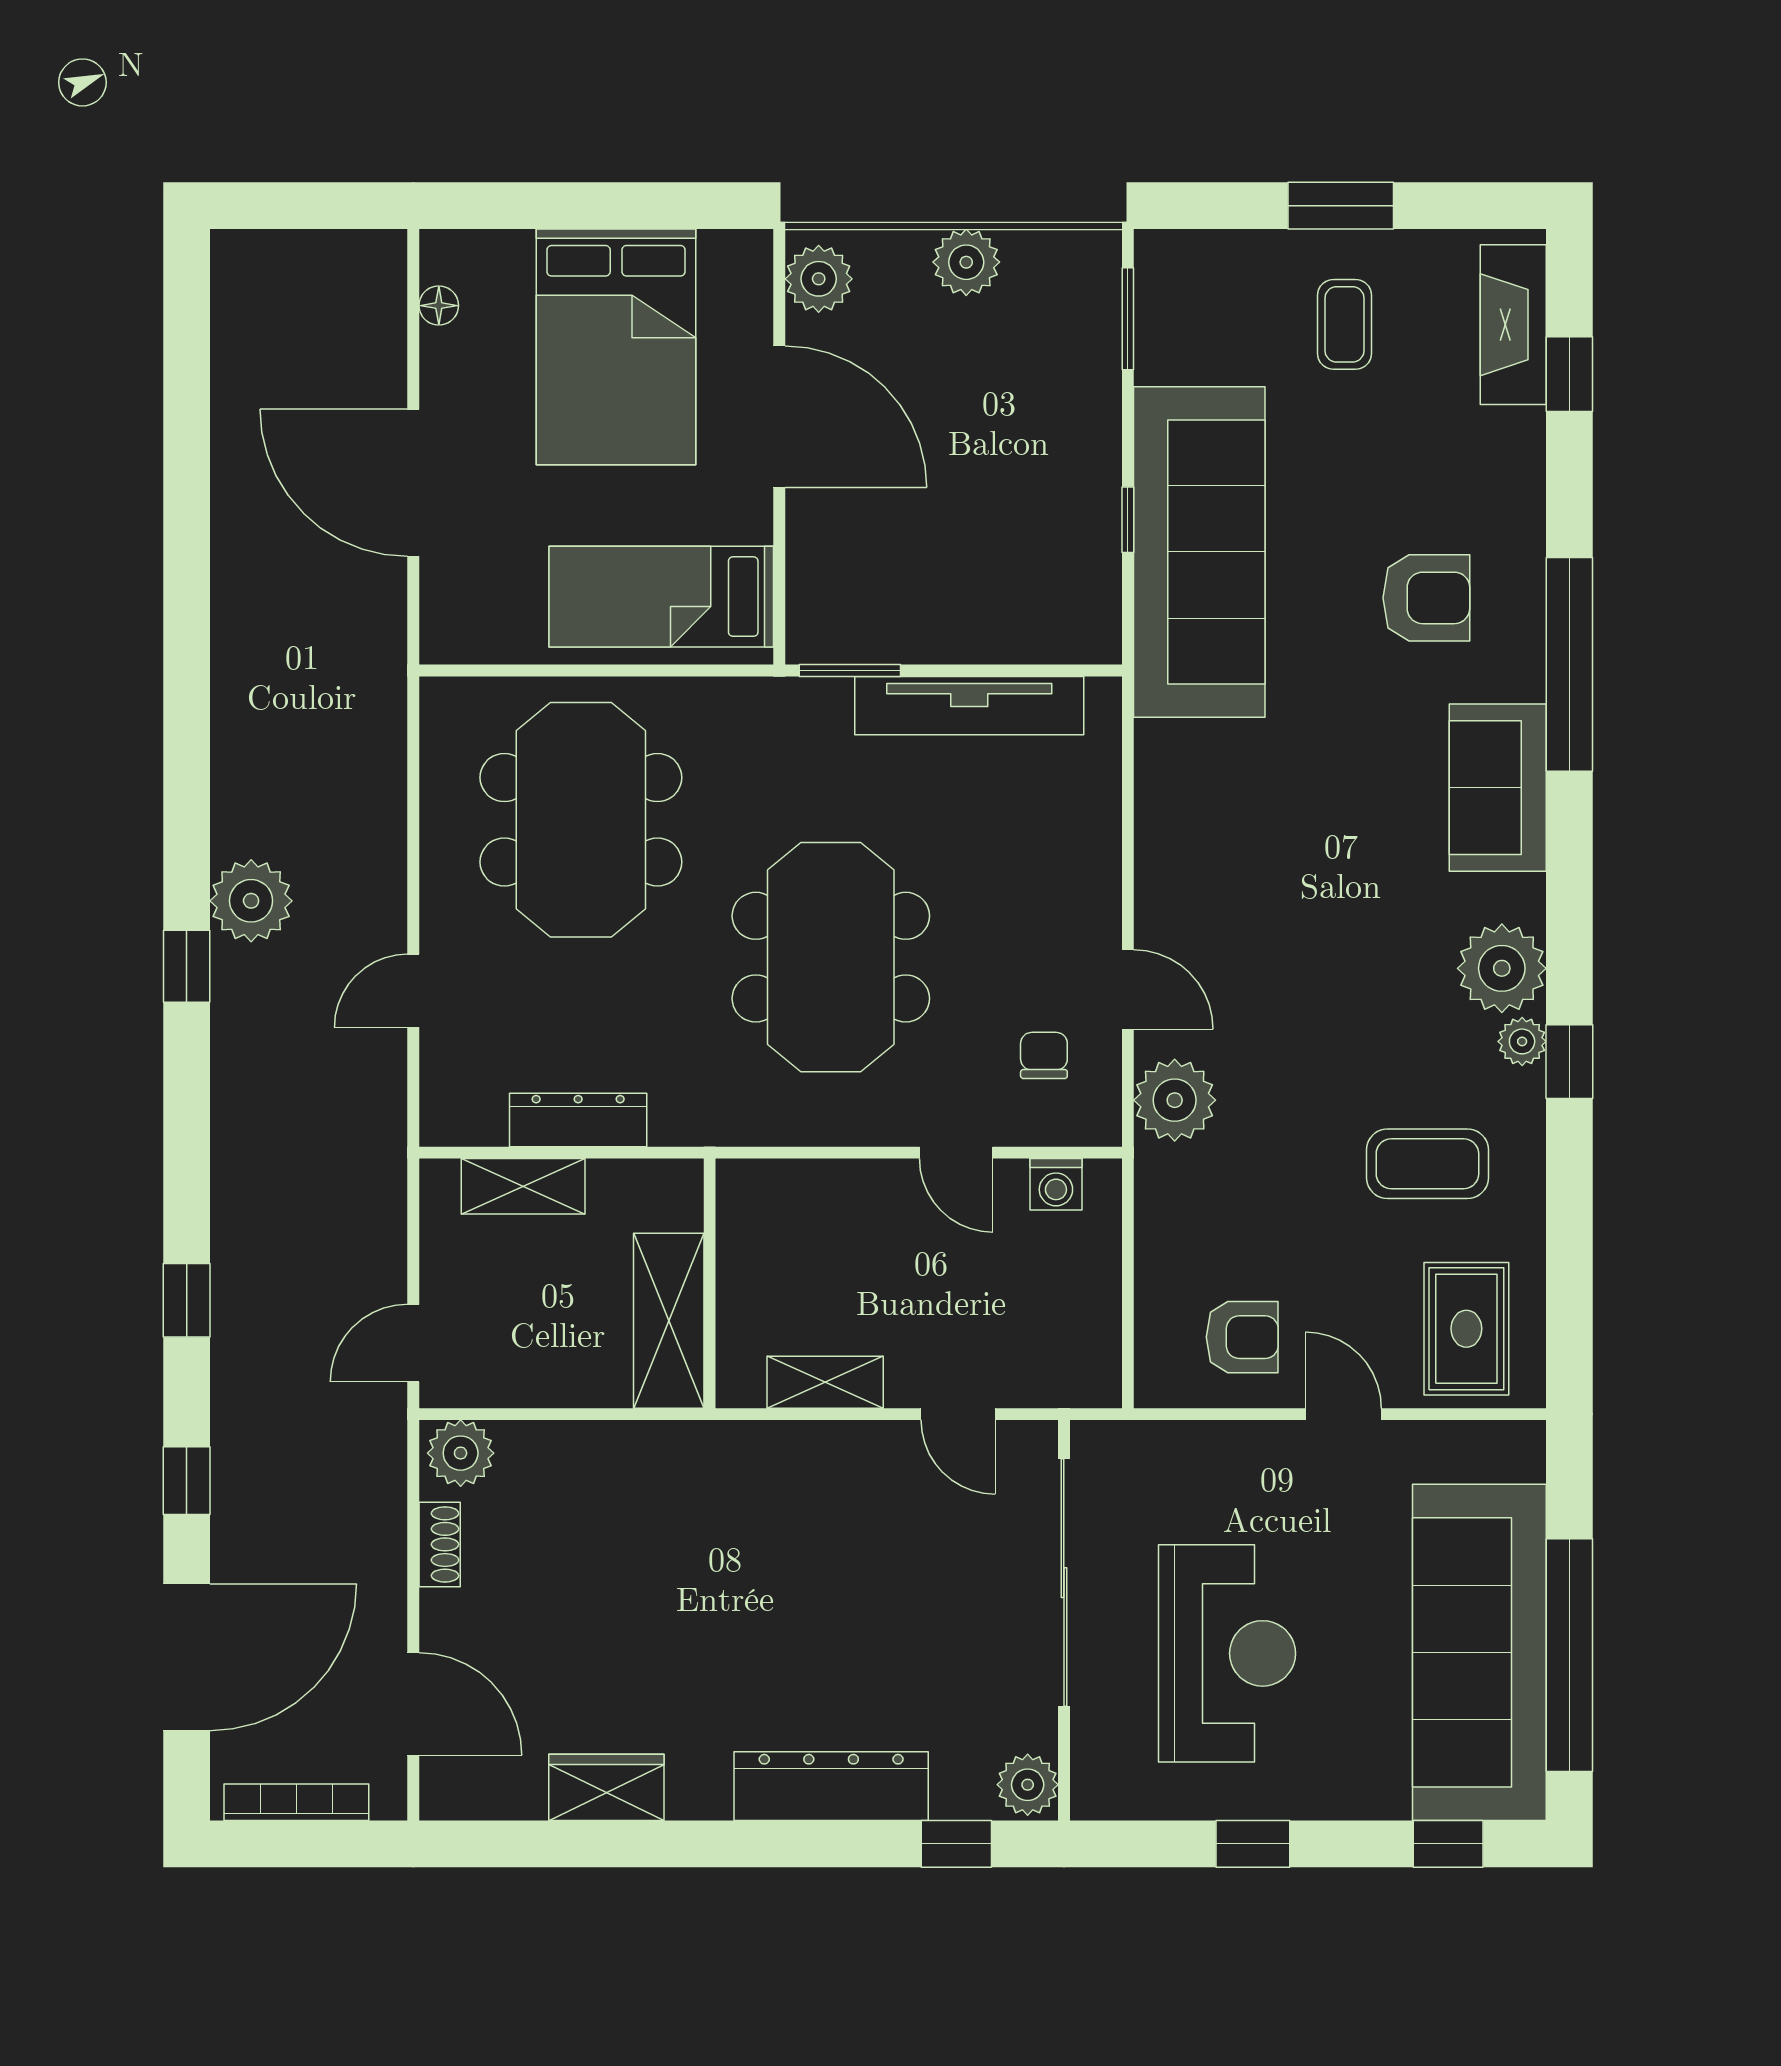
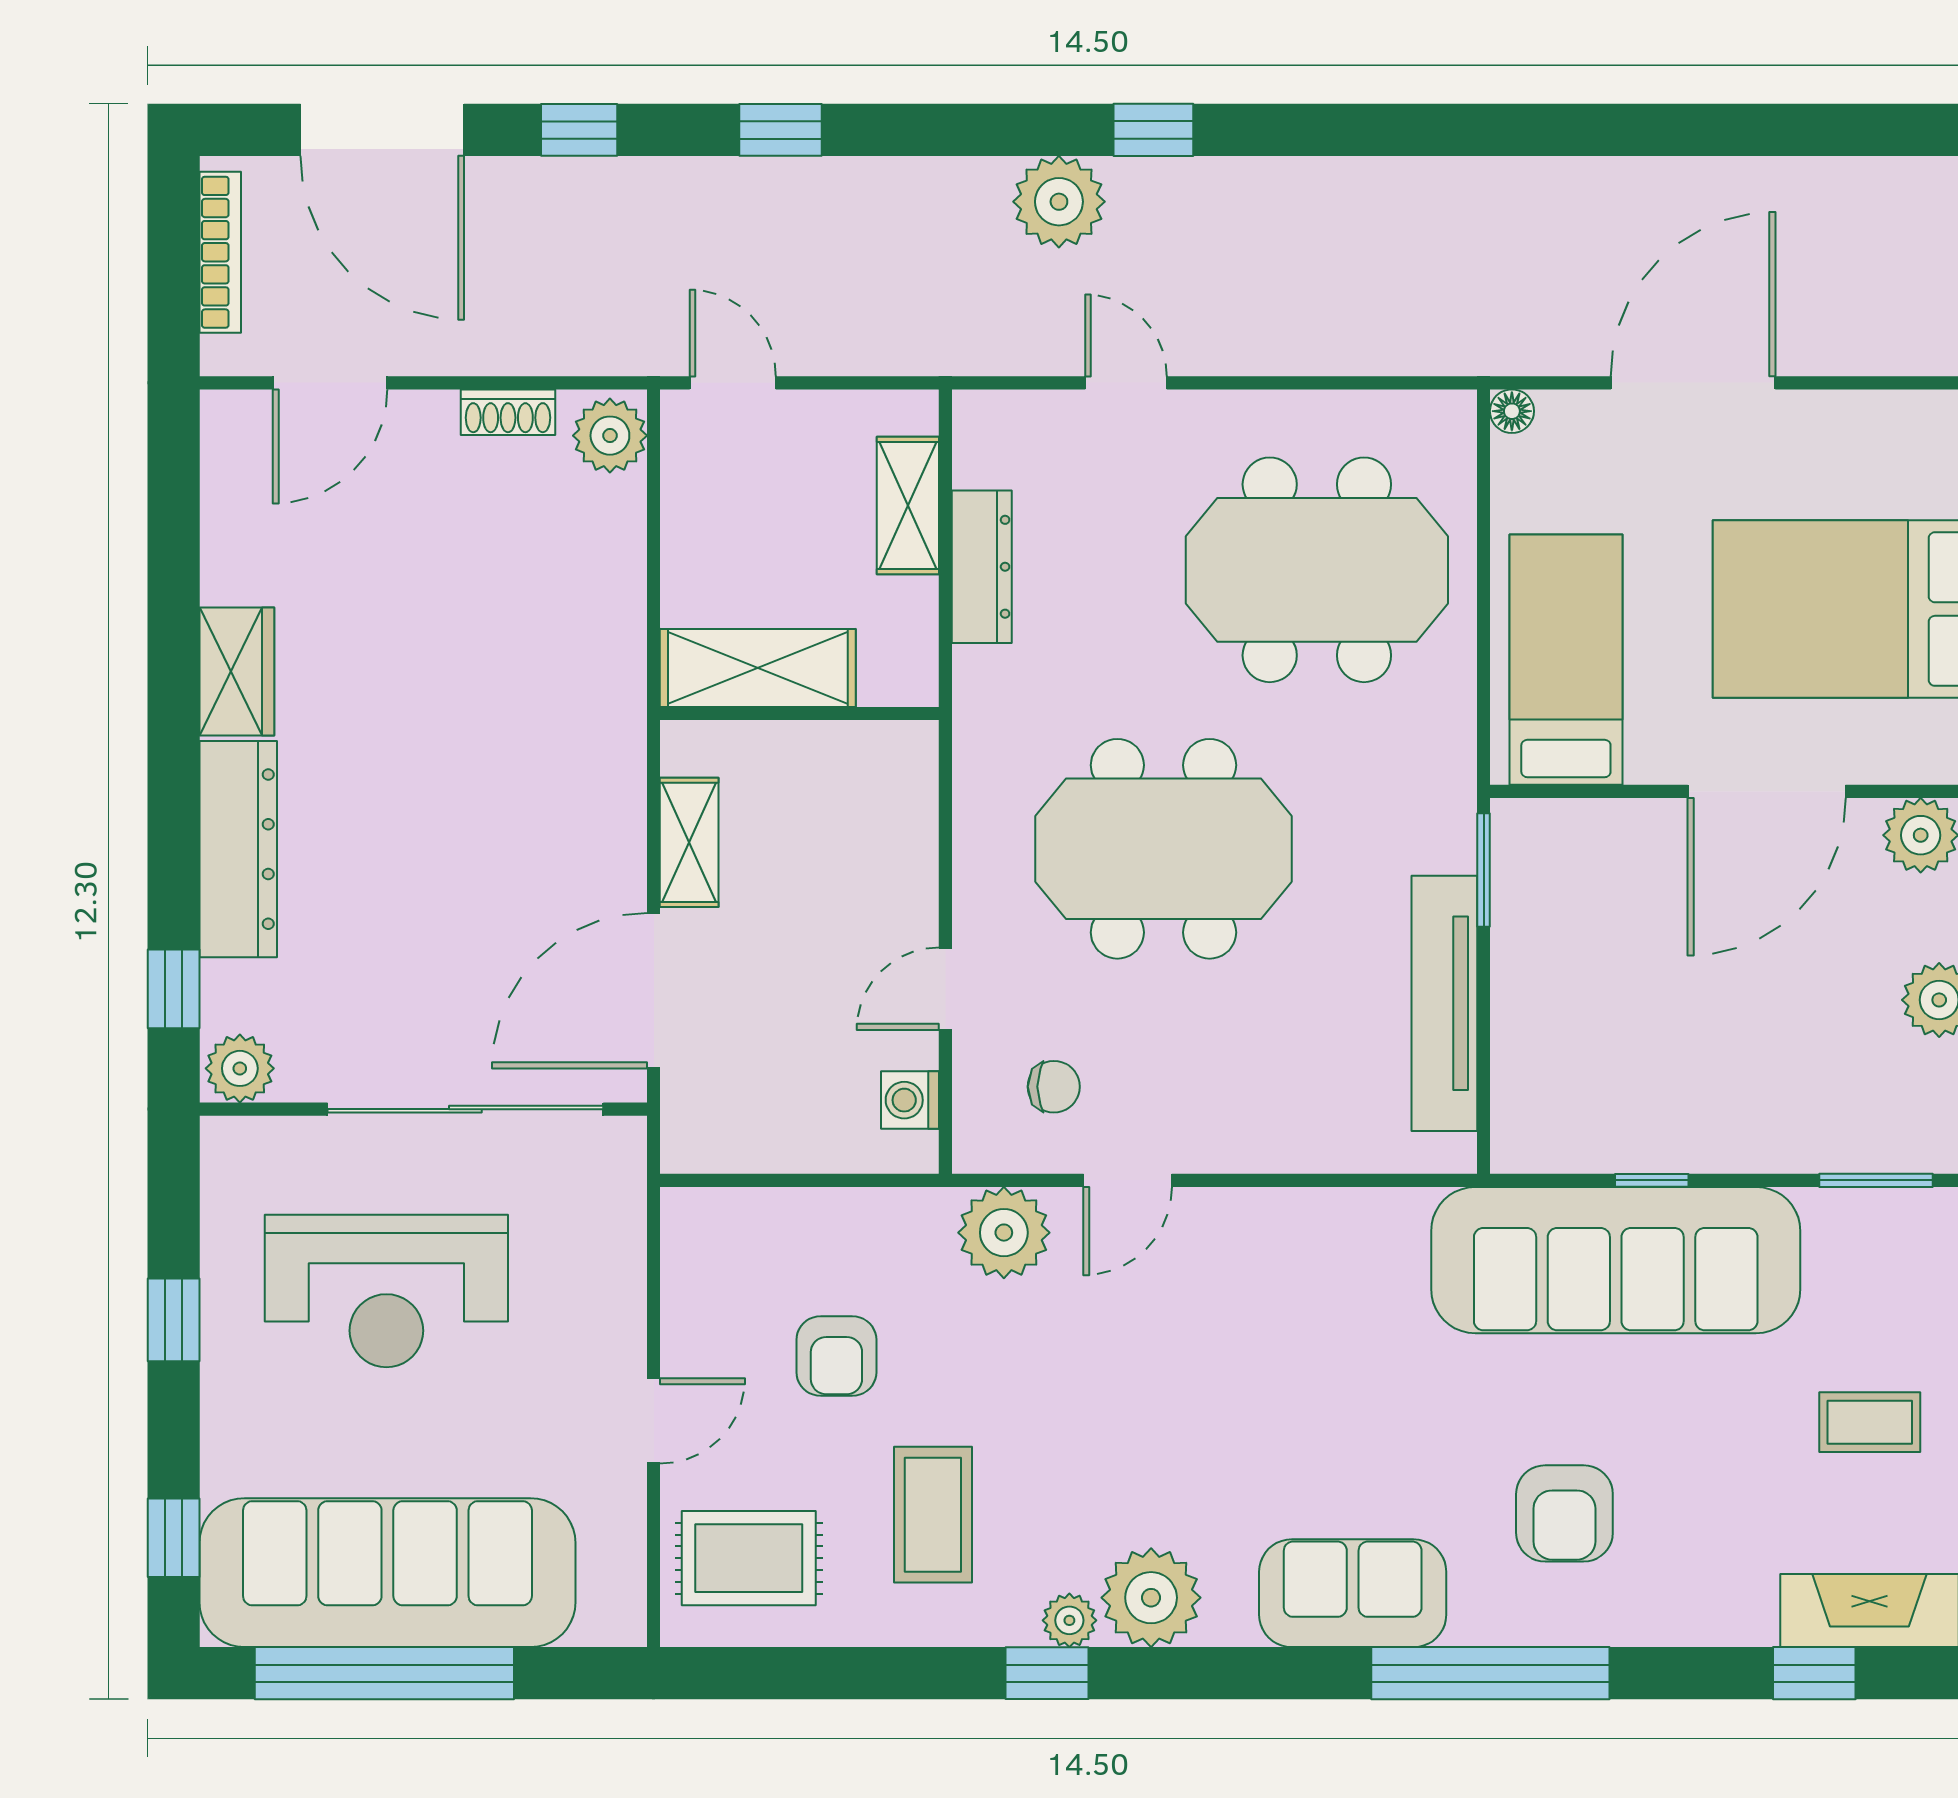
floor lamp: (439, 306) -> (1512, 411), moved
plant: (251, 901) -> (1059, 202), moved
armchair: (1242, 1337) -> (836, 1356), moved
door: (958, 1414) -> (654, 991), width x1.87
wardrobe: (606, 1787) -> (237, 672), moved

